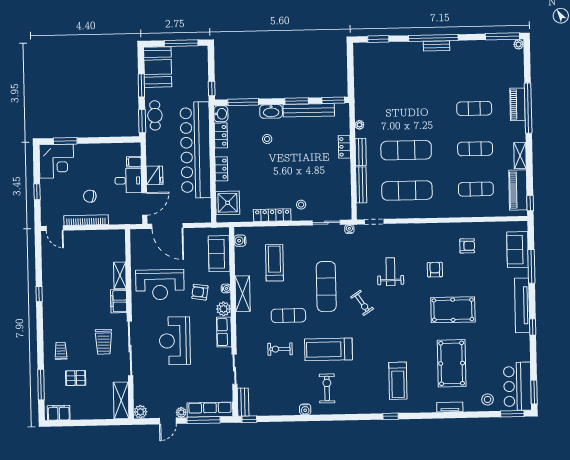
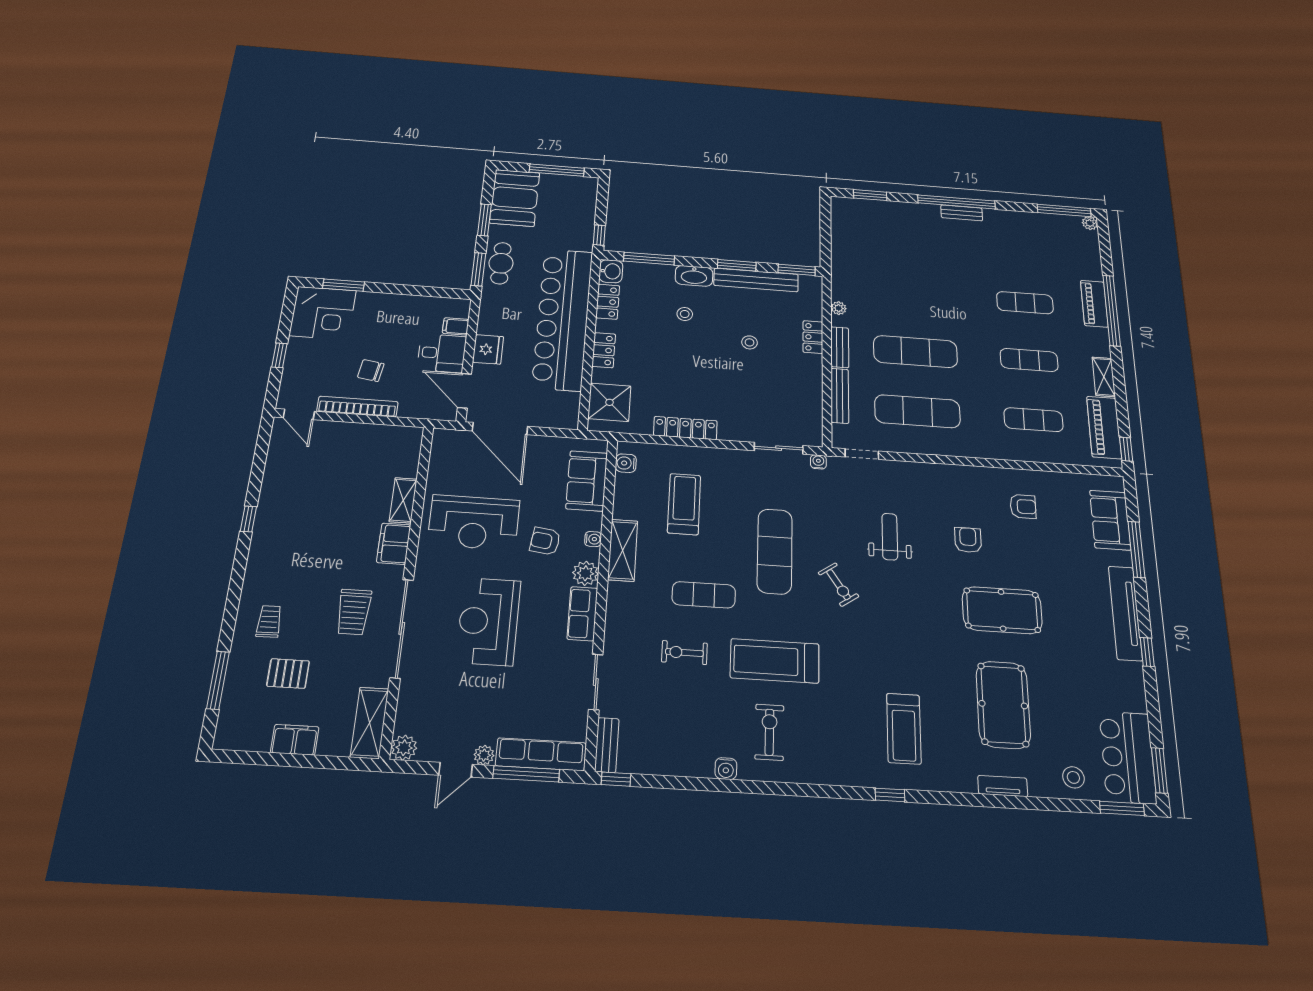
door: (144, 204) -> (465, 391), swing flipped
stool: (301, 205) -> (750, 342), moved
filing cabinet: (59, 413) -> (295, 740), moved

